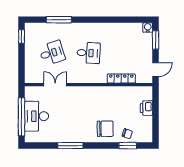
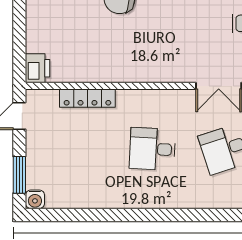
window: (59, 20) -> (211, 215), removed
printer: (146, 108) -> (38, 68), moved

